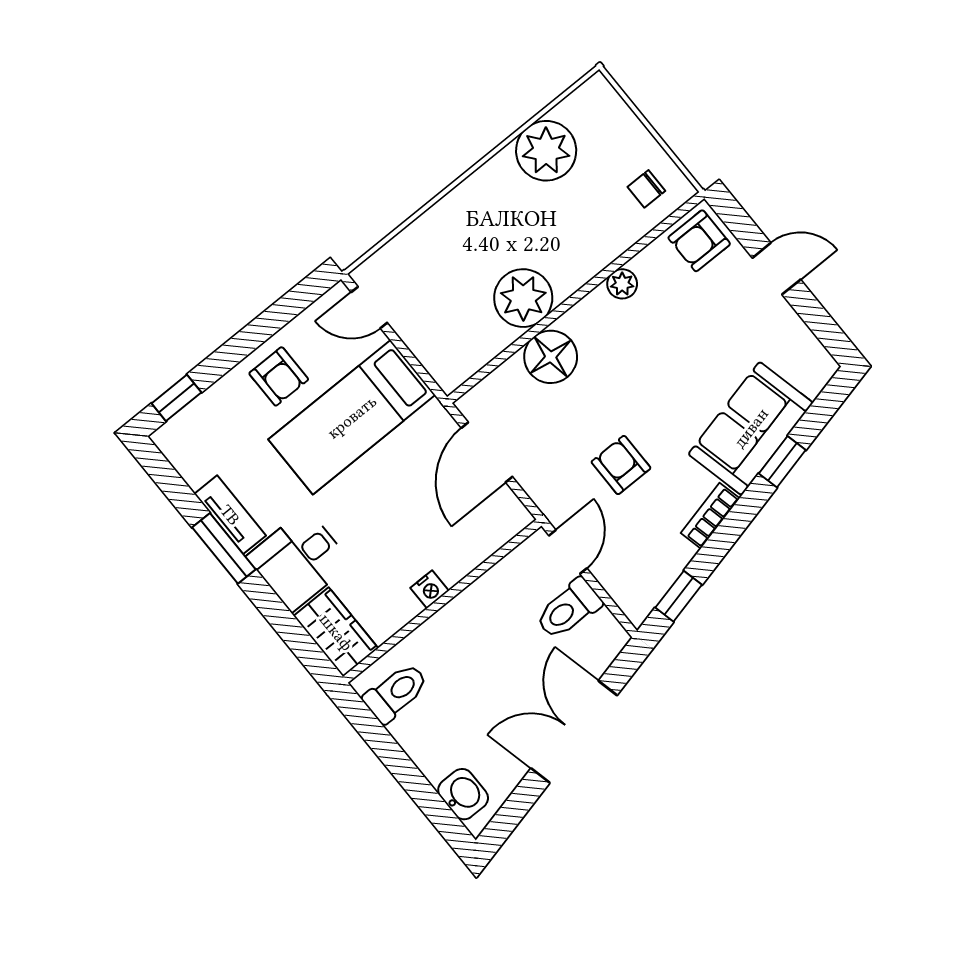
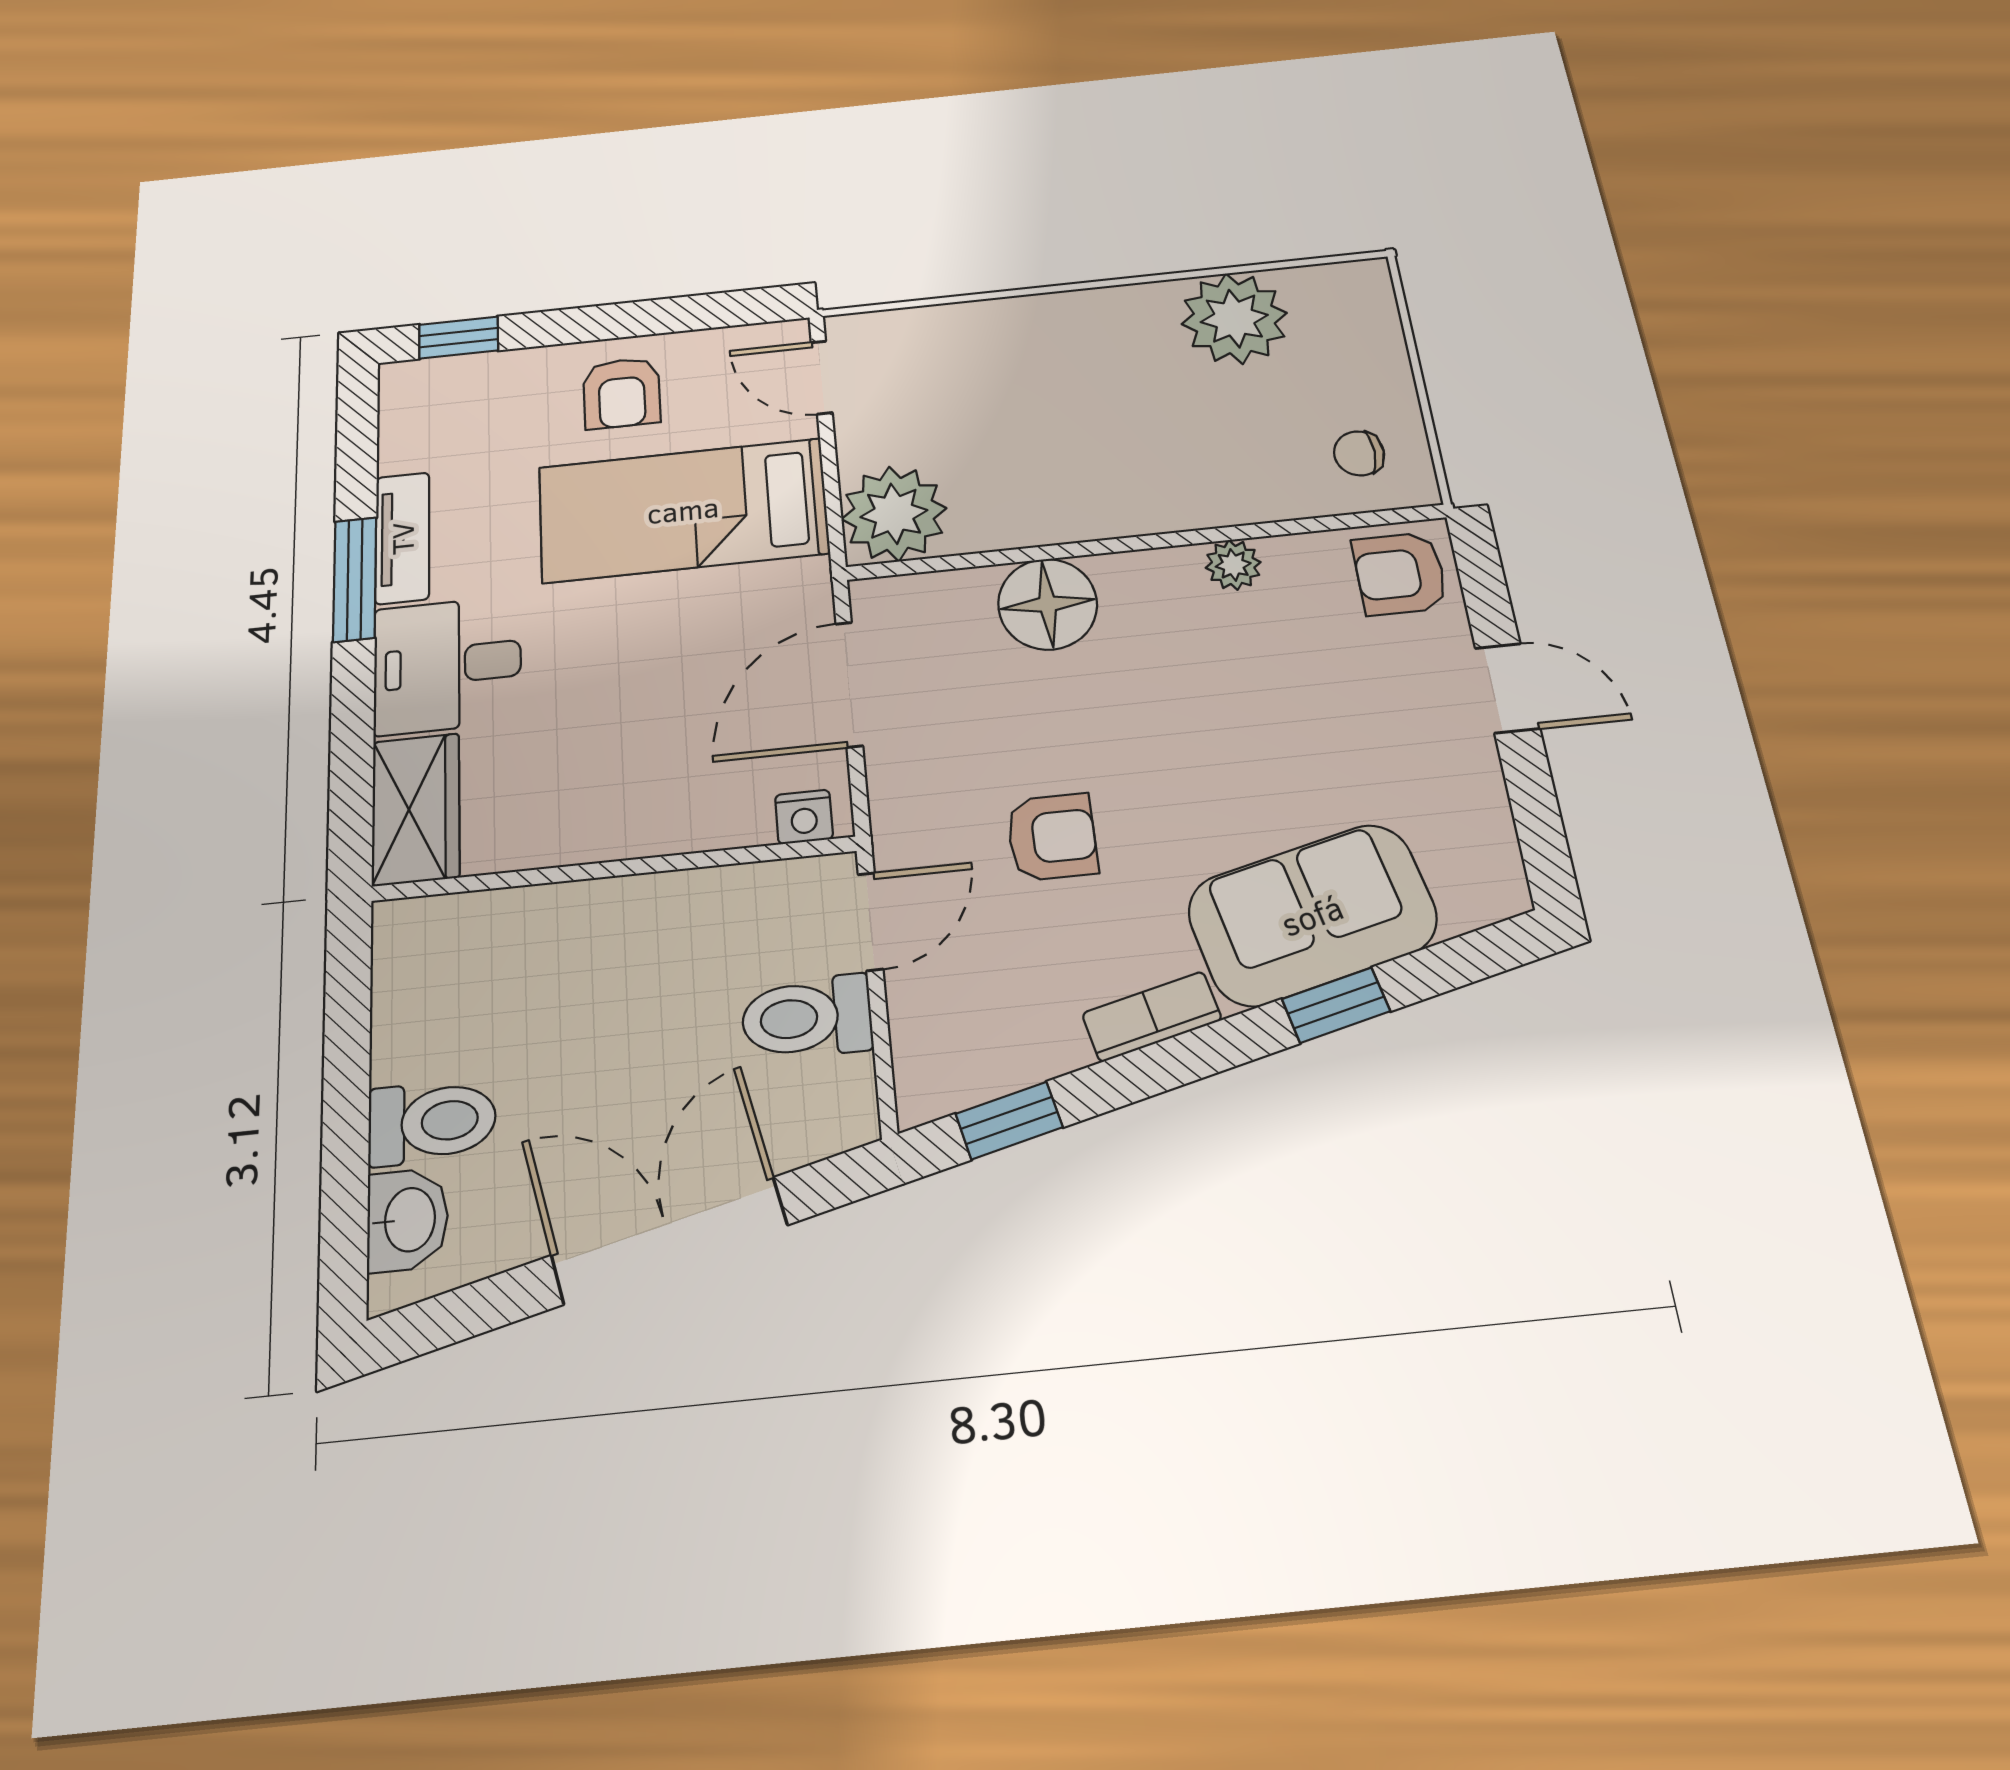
plant: (523, 298) -> (894, 514), moved
armchair: (621, 465) -> (1052, 837), turned 90
nightstand: (430, 589) -> (804, 817), moved
toilet: (396, 693) -> (432, 1122), moved

